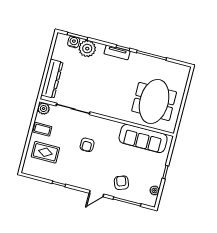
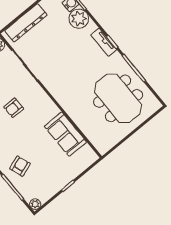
meeting table: (154, 101) -> (118, 98), moved, turned 90
sofa: (143, 138) -> (65, 134), width x0.73
plant: (155, 190) -> (35, 204), moved

